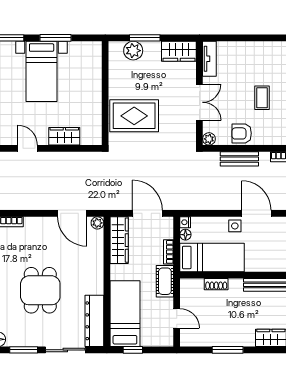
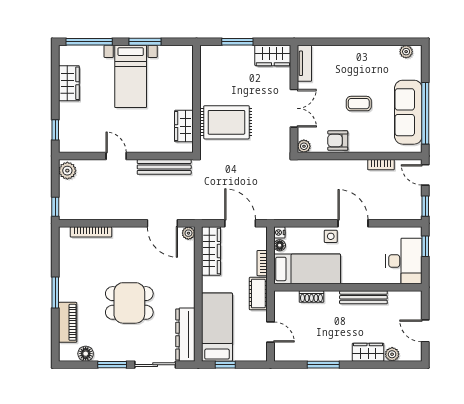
plant: (133, 51) -> (225, 55), removed
coffee table: (262, 98) -> (359, 104), turned 90
wardrobe: (64, 136) -> (184, 126), moved, turned -90
bench: (239, 159) -> (164, 167), moved, width x1.36
dining table: (40, 290) -> (129, 303), turned 90

